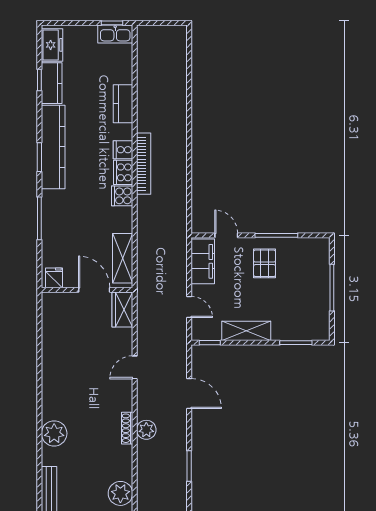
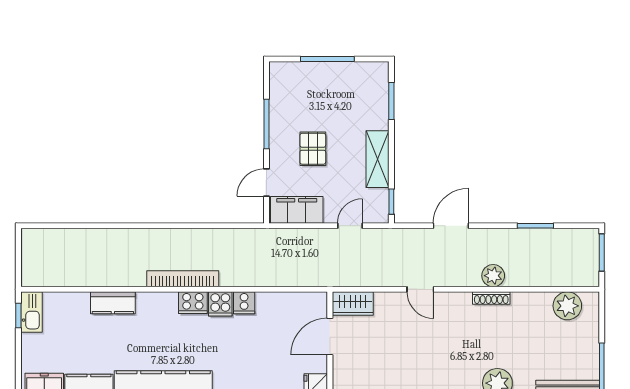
cooker: (123, 150) -> (244, 303), moved
shelving: (123, 258) -> (293, 303), removed
pallet: (265, 263) -> (313, 149), moved, turned 90

